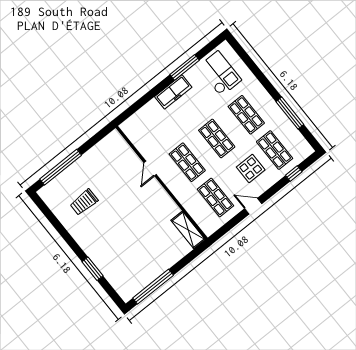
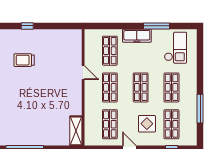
shop shelf: (159, 127) -> (110, 51), added
window: (61, 167) -> (27, 26), width x0.32
door: (150, 169) -> (83, 73), swing flipped

